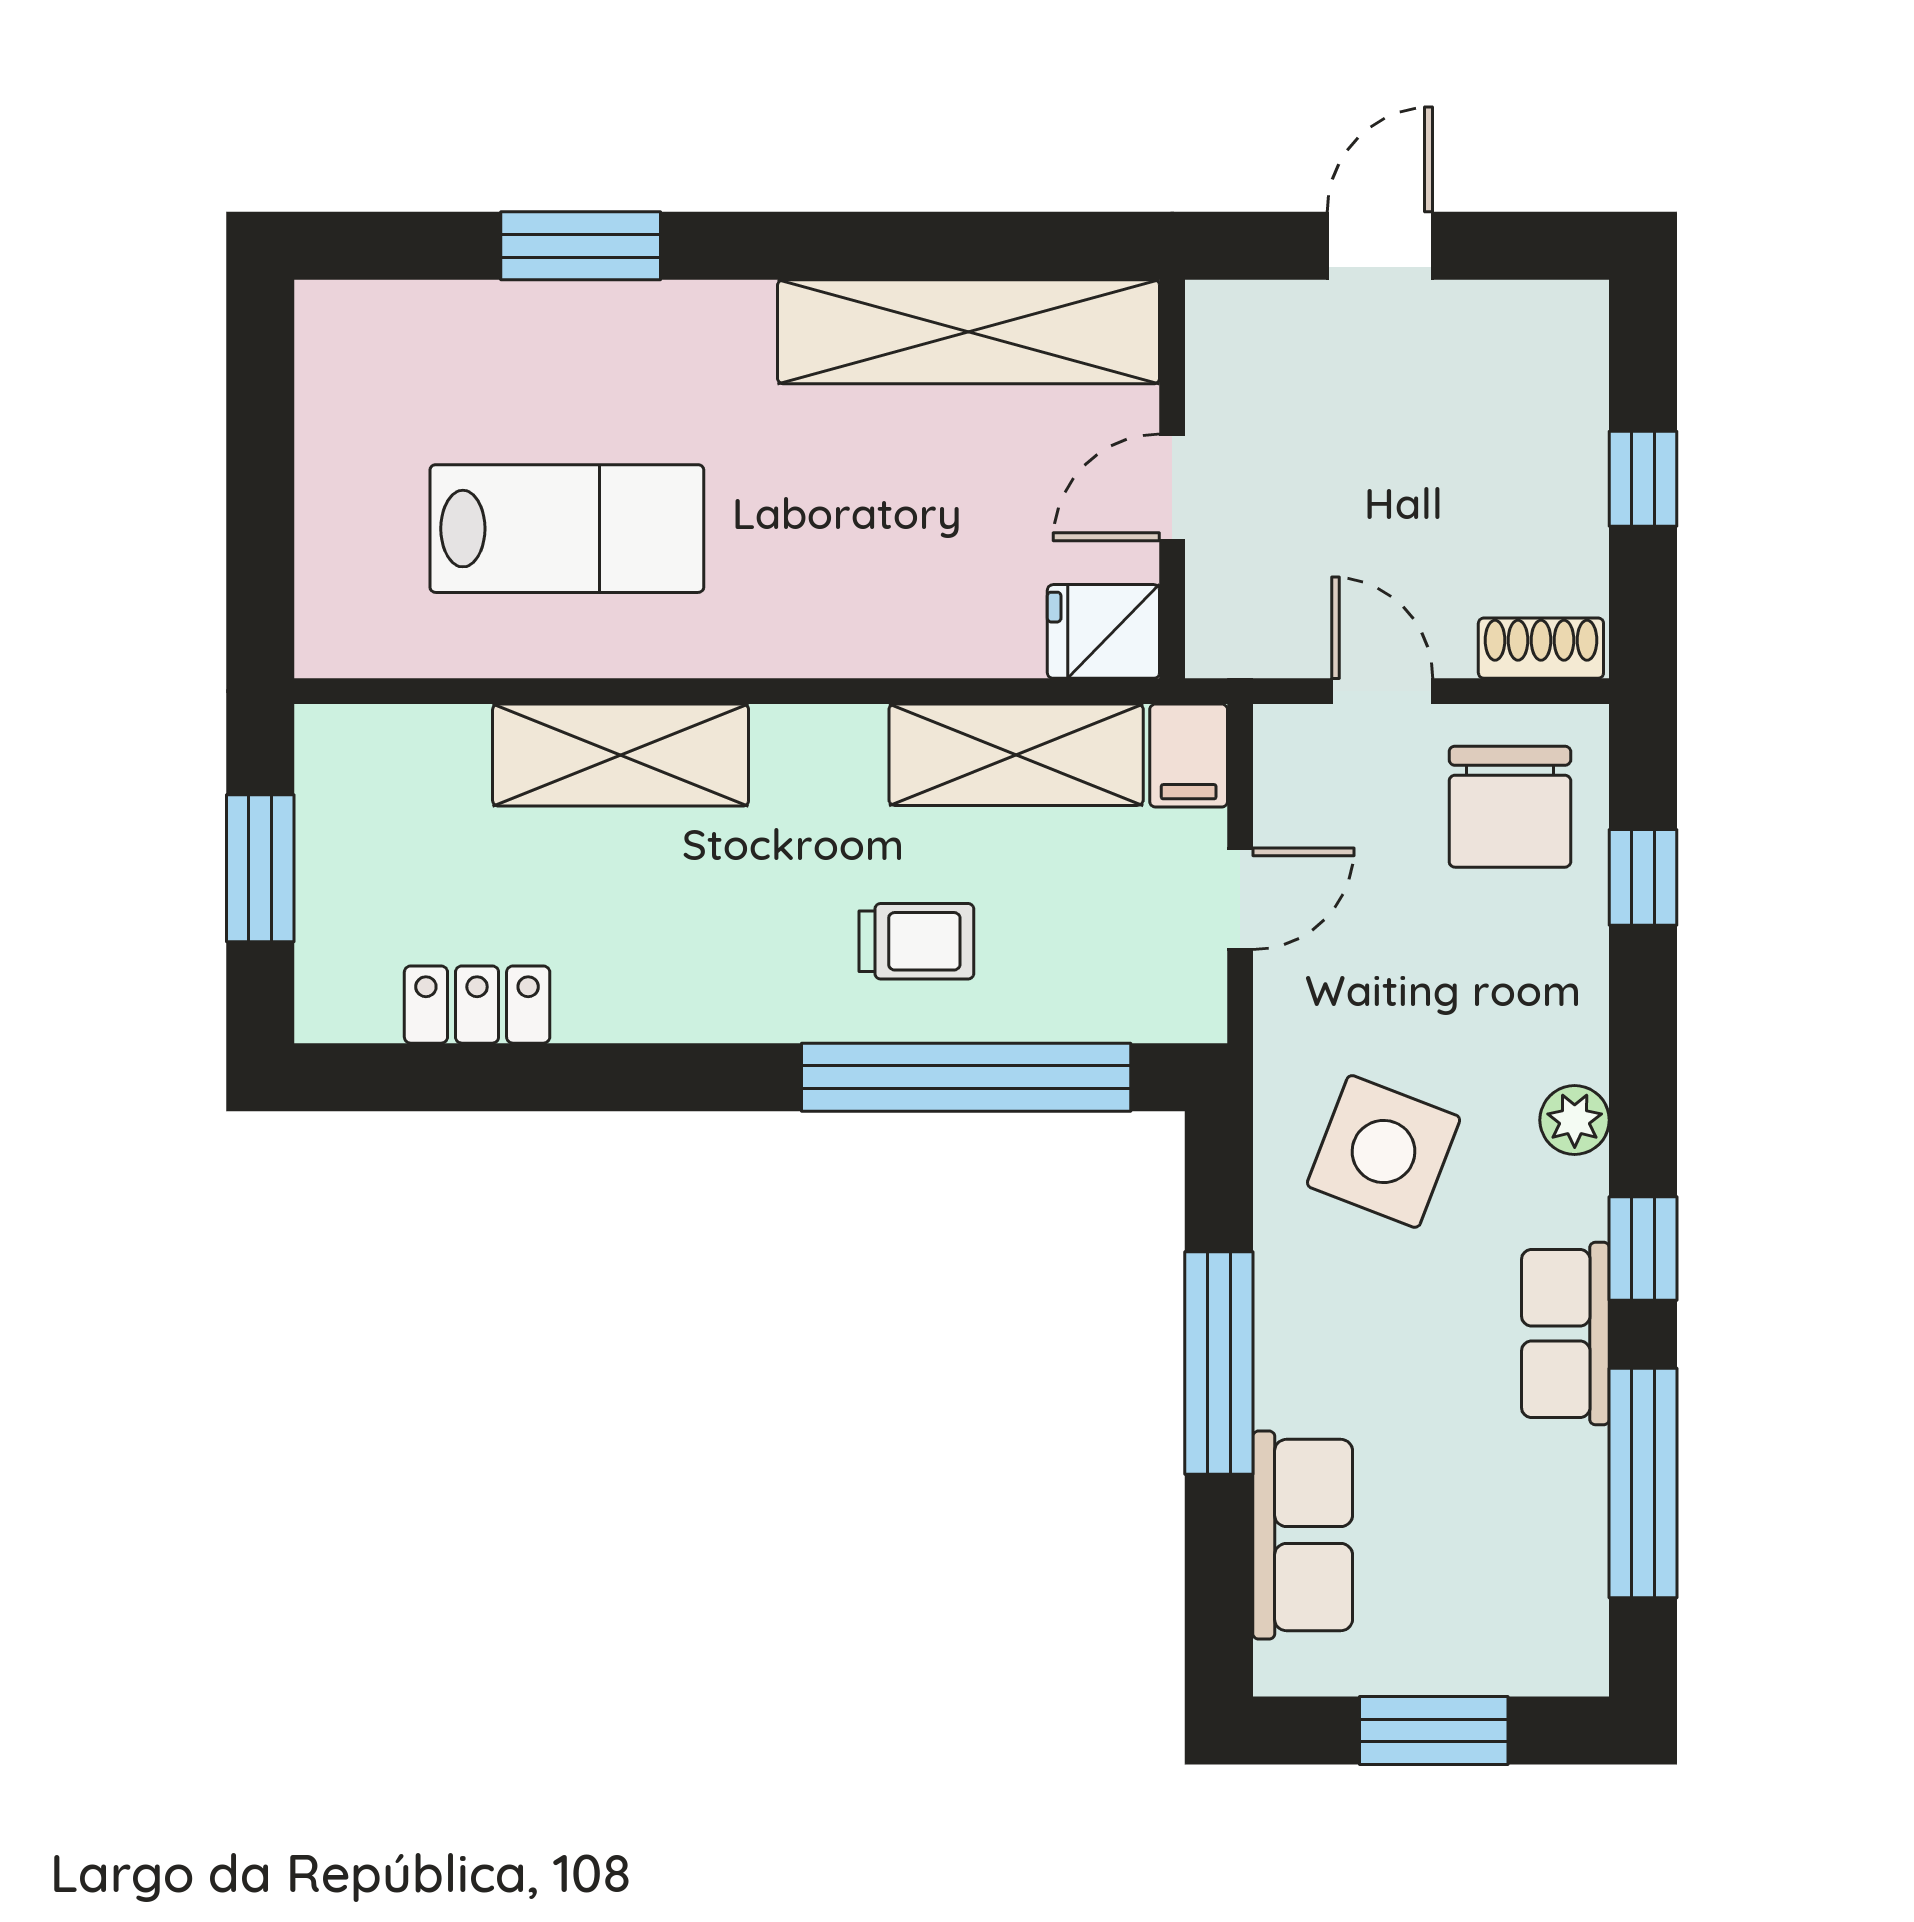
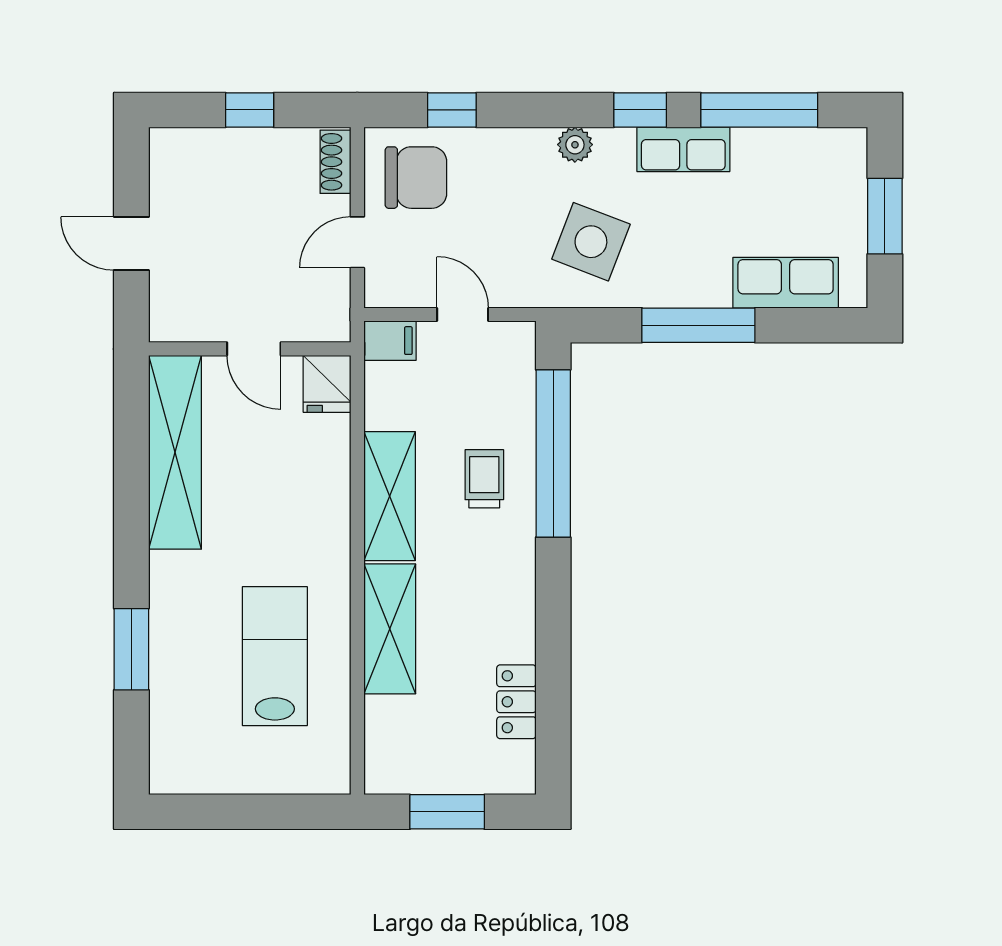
shelving: (1016, 755) -> (390, 496), moved

